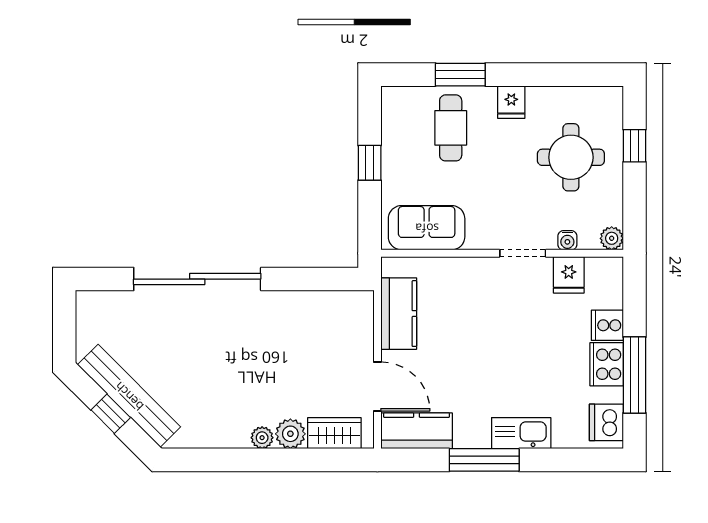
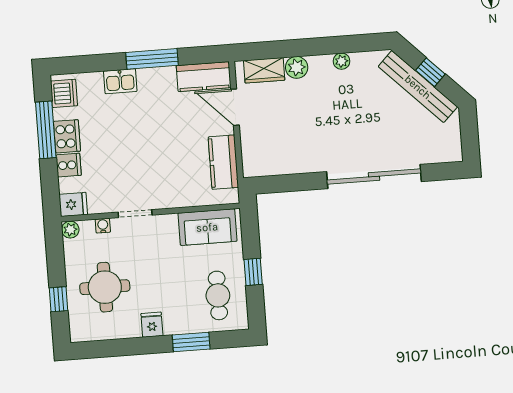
cafe table: (451, 128) -> (218, 295), moved
fridge: (569, 275) -> (73, 204), moved, turned 90
kitchen sink: (521, 433) -> (120, 81), width x0.73
plant: (262, 438) -> (341, 61), moved

